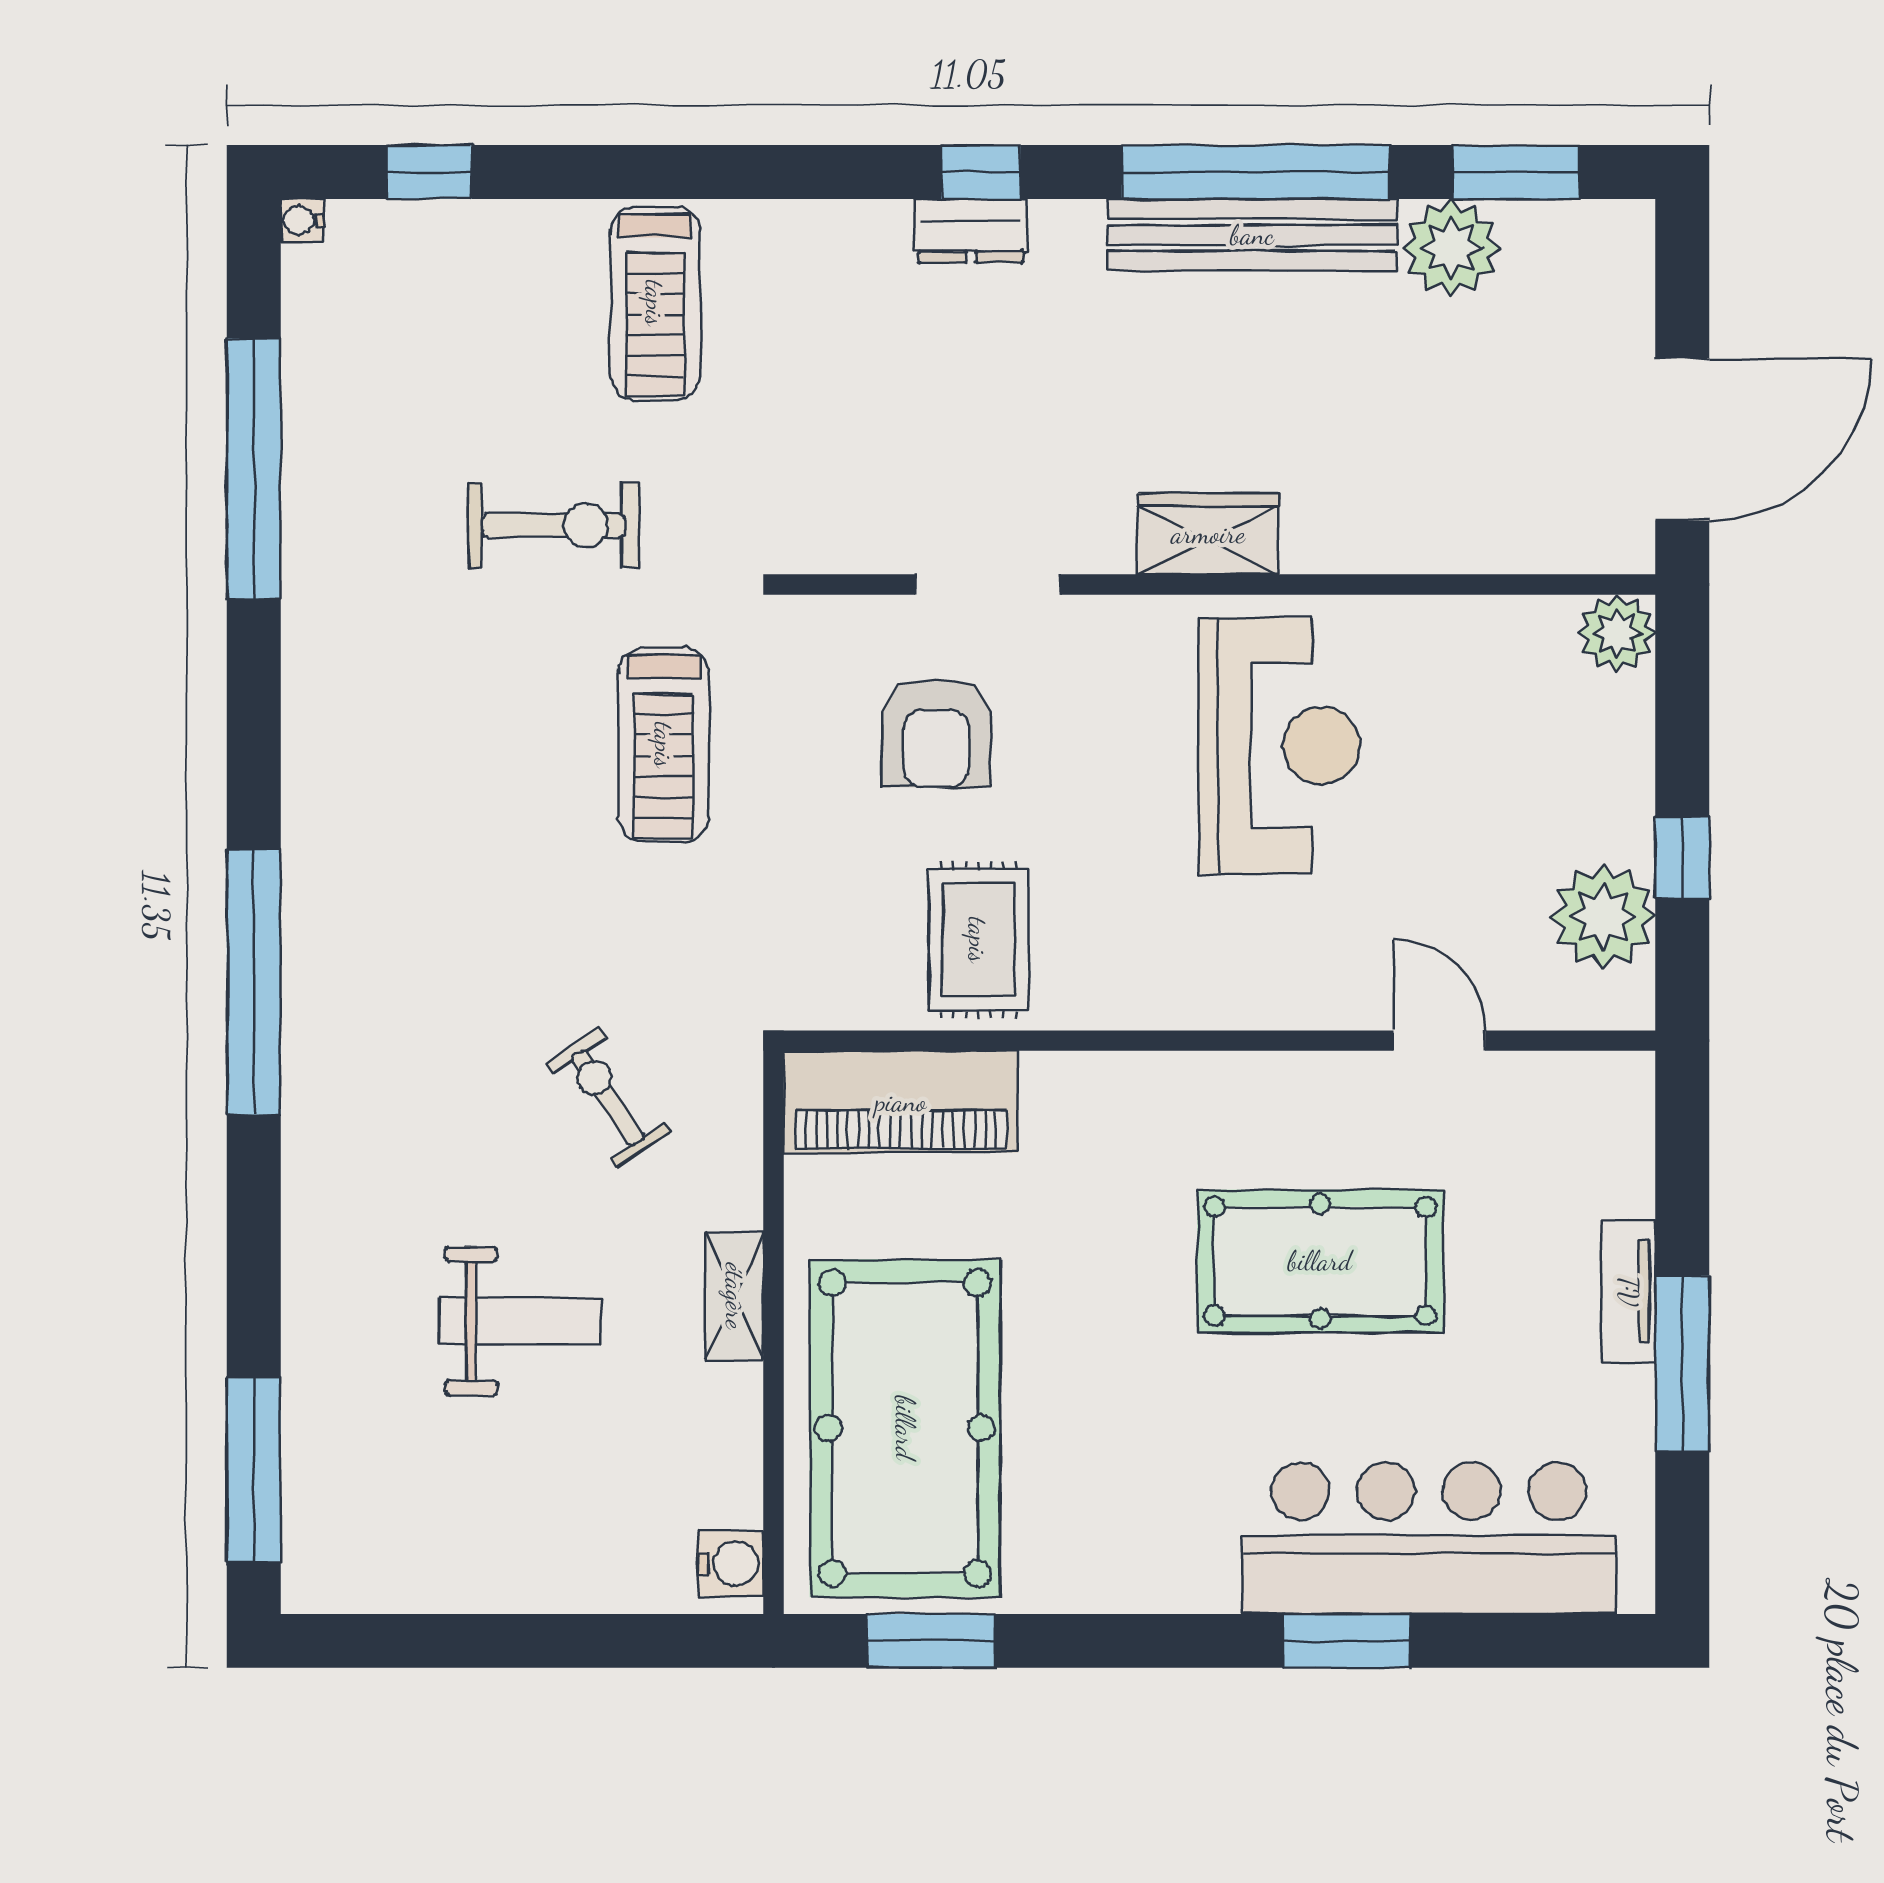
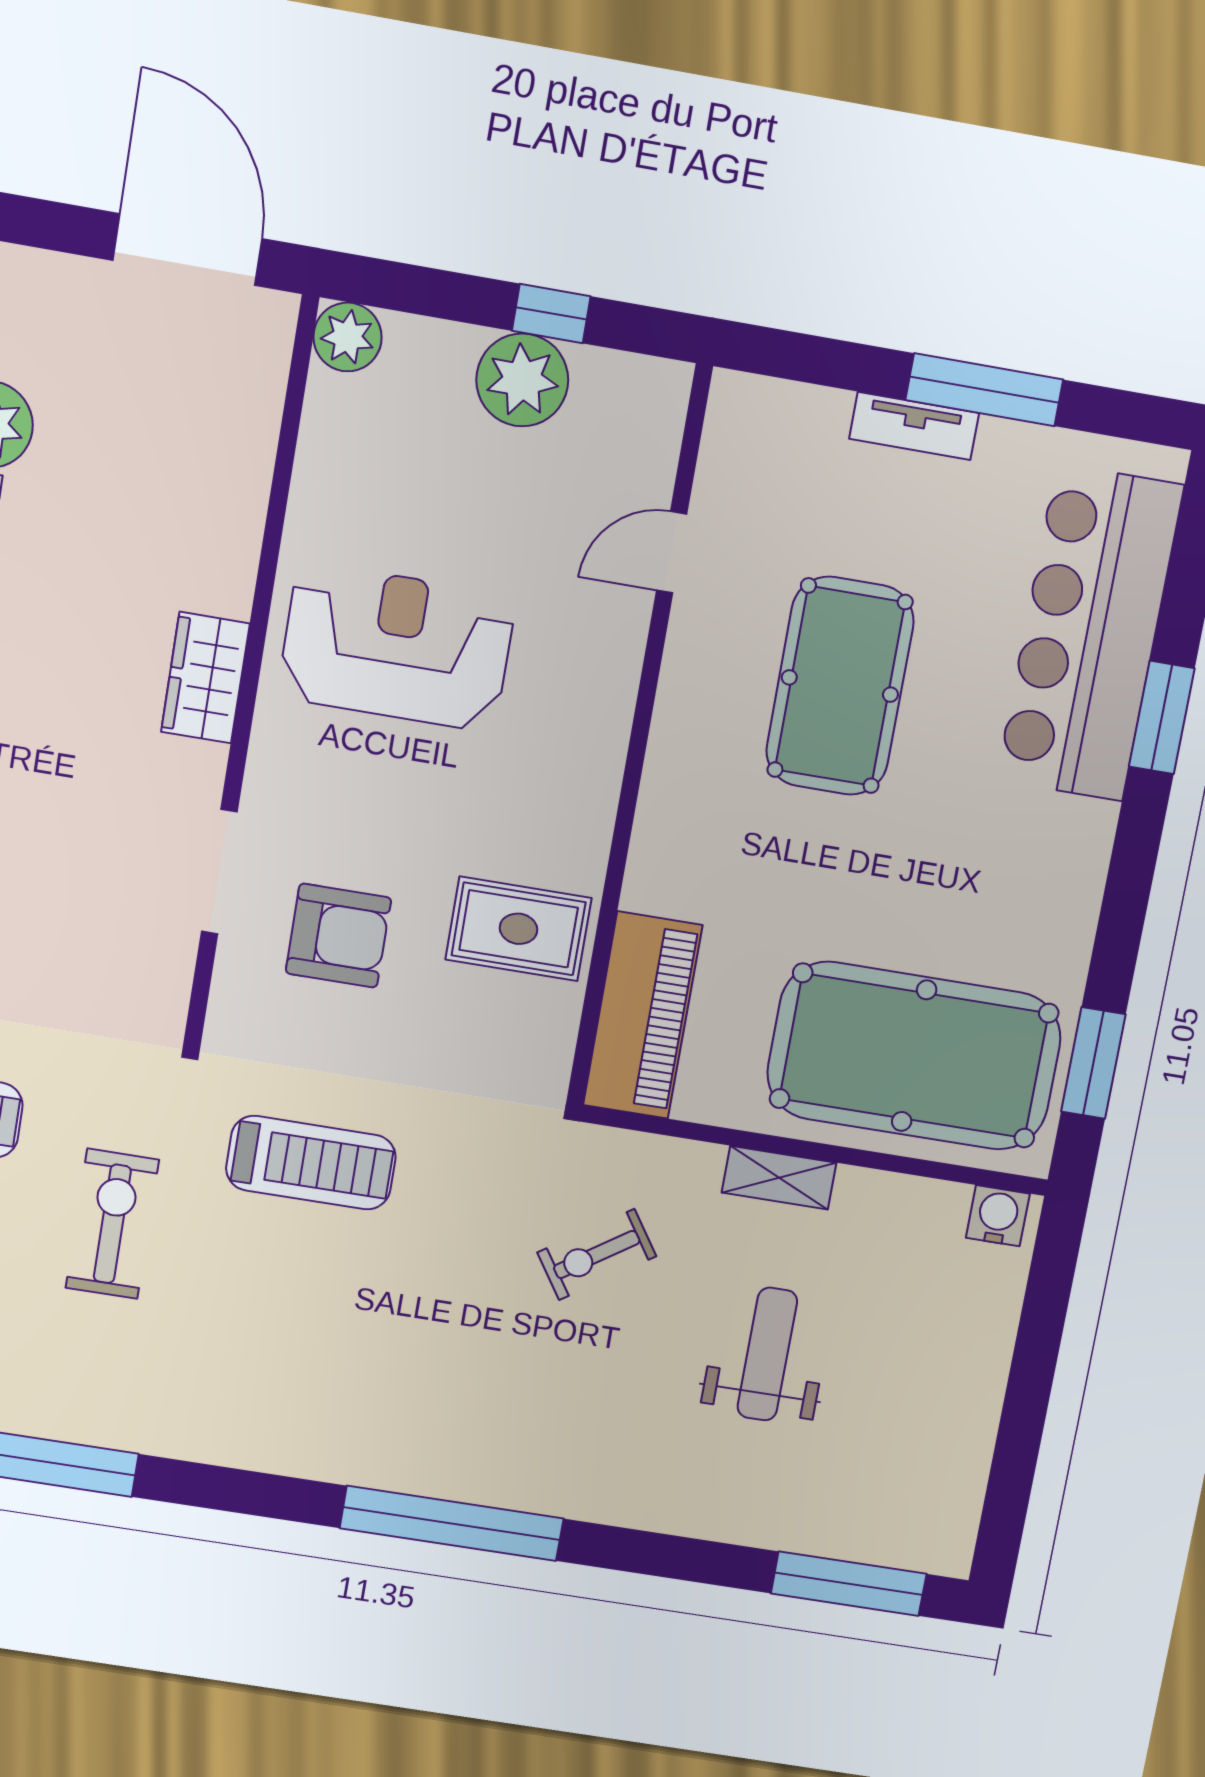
plant: (1603, 917) -> (522, 380), moved

